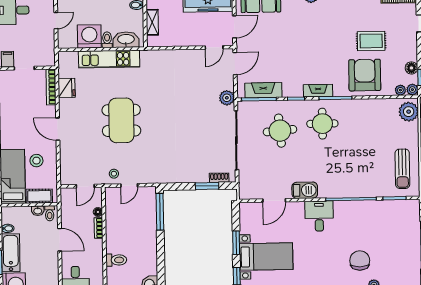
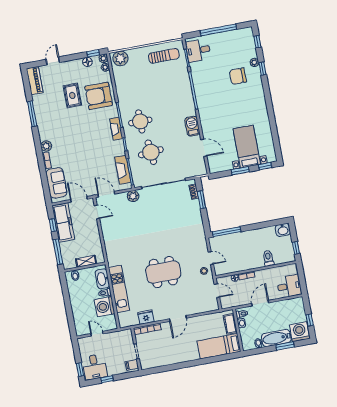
stool: (36, 161) -> (204, 330), removed
desk: (319, 216) -> (198, 50), moved

